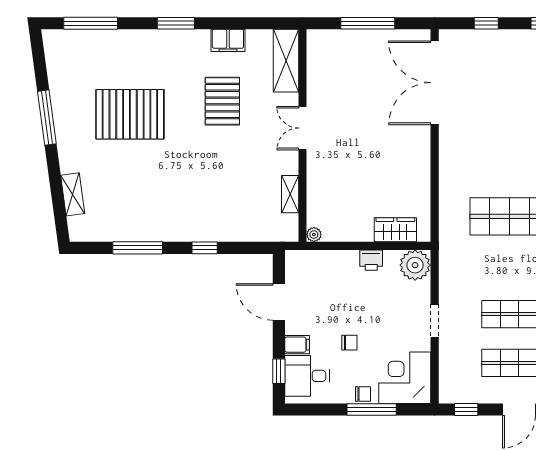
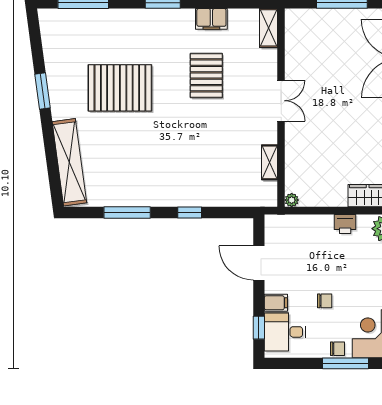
shelving: (286, 61) -> (269, 28), width x0.67, depth x0.75
window: (47, 118) -> (43, 91), width x0.69
double door: (303, 128) -> (281, 101), swing flipped
shelving: (73, 194) -> (69, 162), width x2.20, depth x1.33

